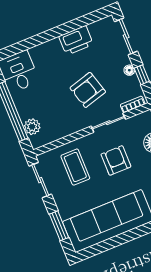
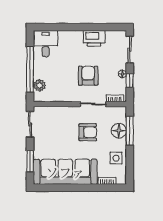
armchair: (88, 90) -> (88, 76), turned 106
armchair: (116, 160) -> (88, 132), turned 90
coffee table: (75, 167) -> (58, 125), removed

